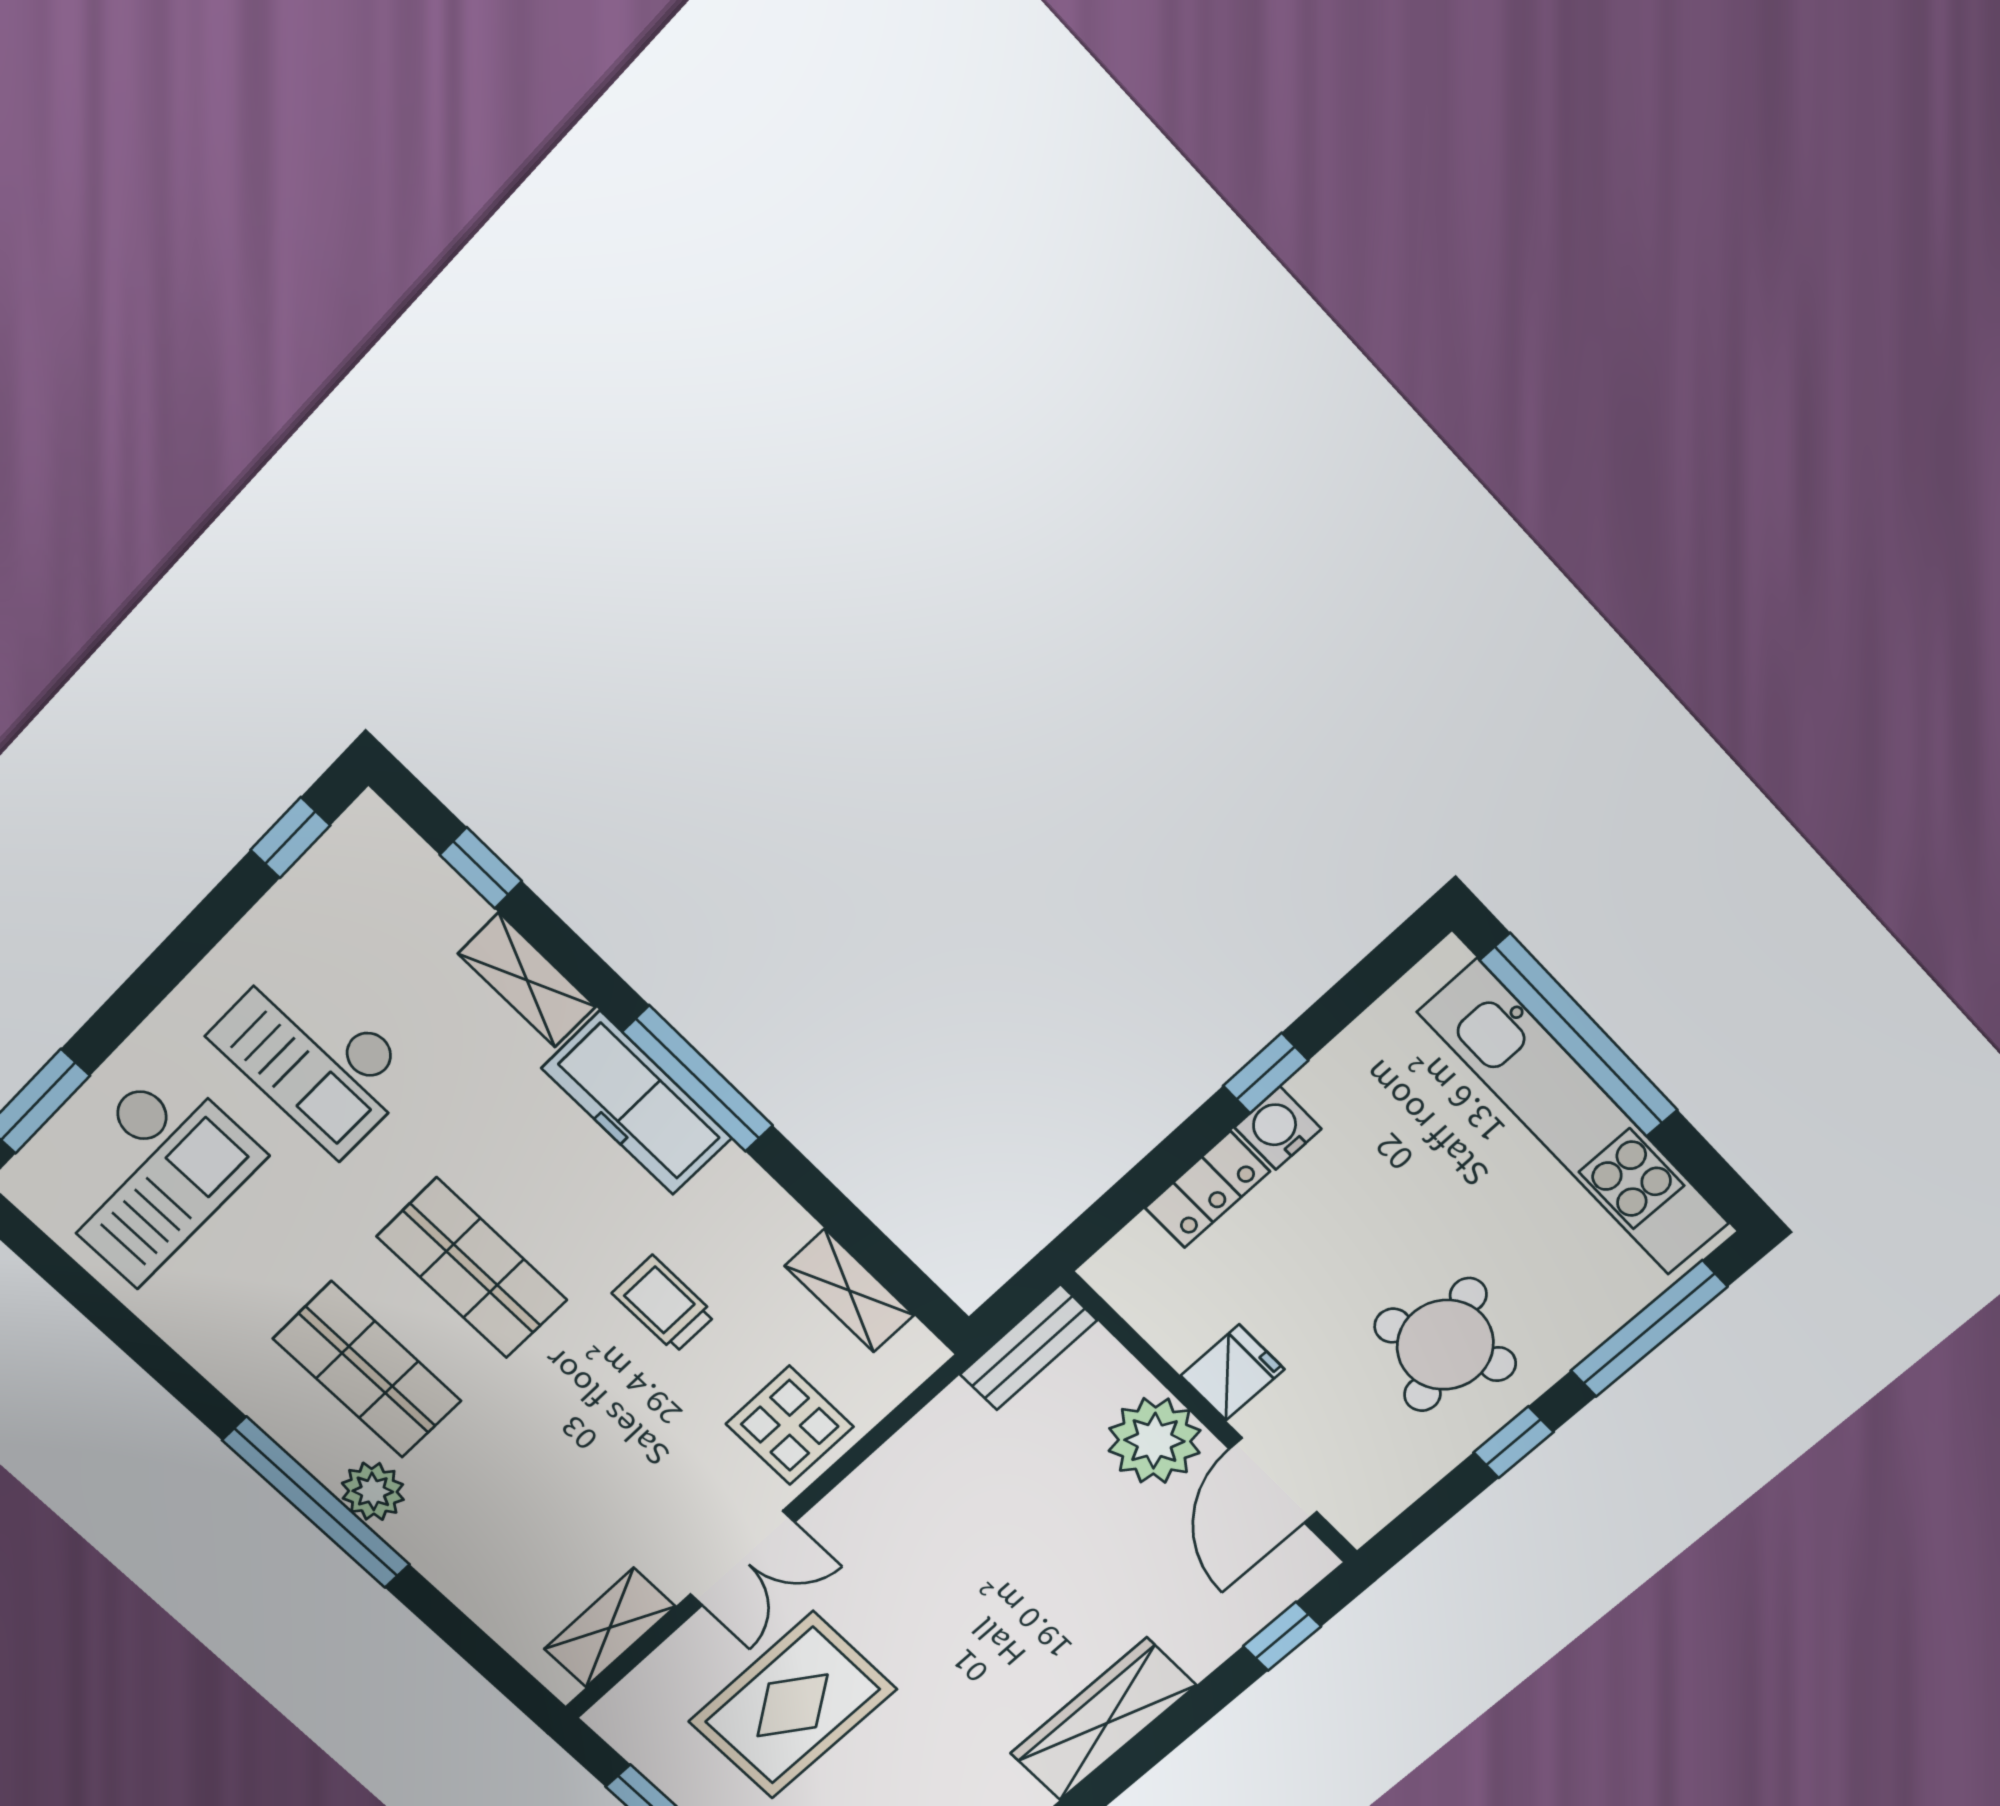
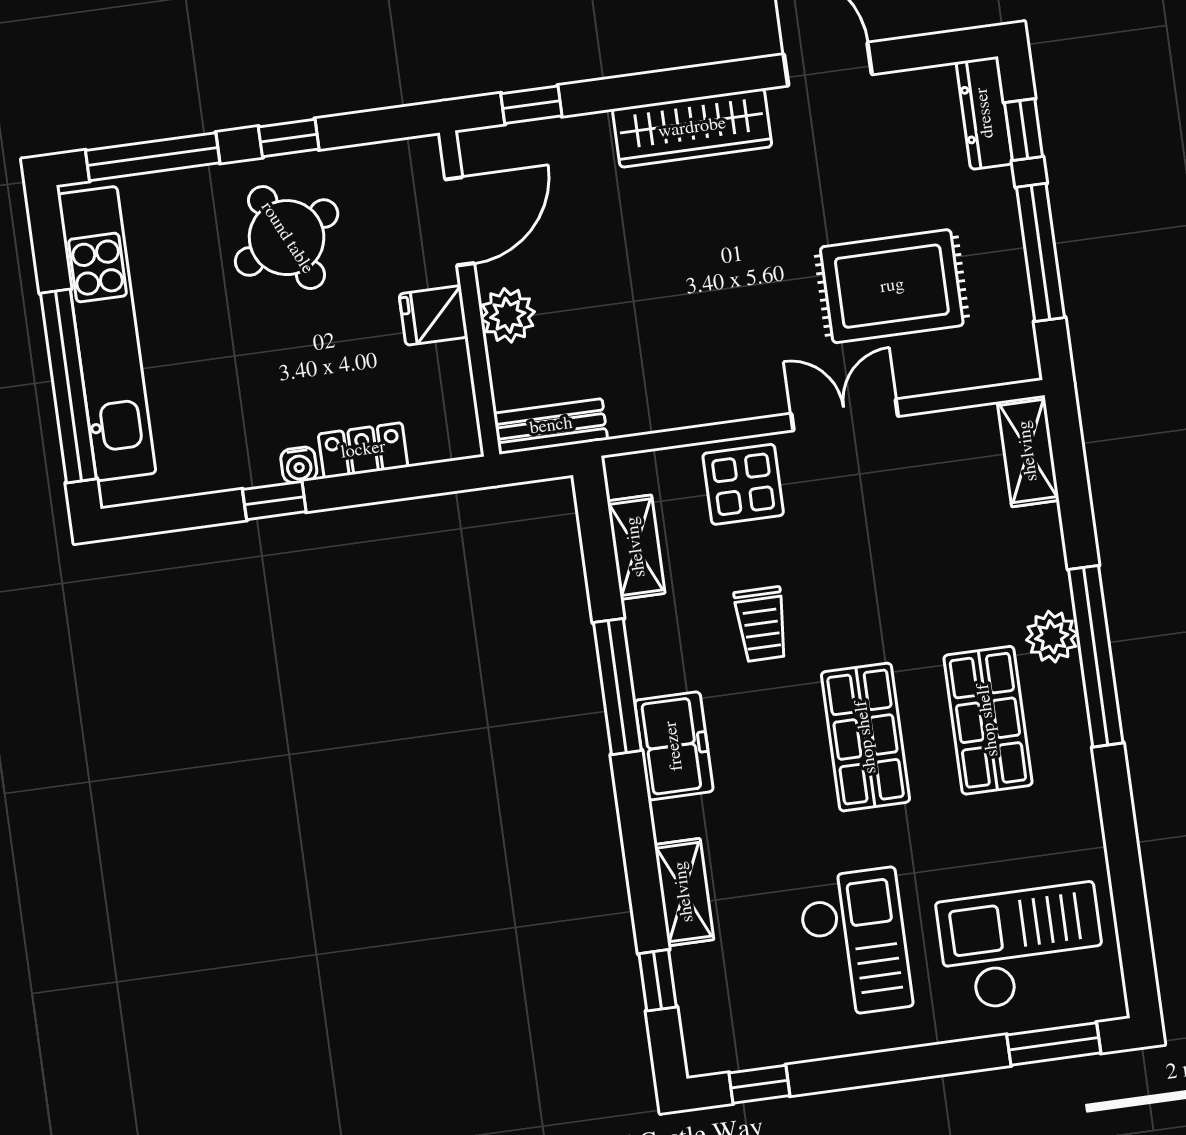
window: (698, 1079) -> (617, 687), moved
freezer: (637, 1103) -> (674, 746), width x0.71
water cooler: (1278, 1128) -> (299, 465), width x0.72, depth x0.72
plant: (1154, 1441) -> (508, 315), width x0.73, depth x0.73
shelving: (610, 1628) -> (1028, 451), moved, turned 90

